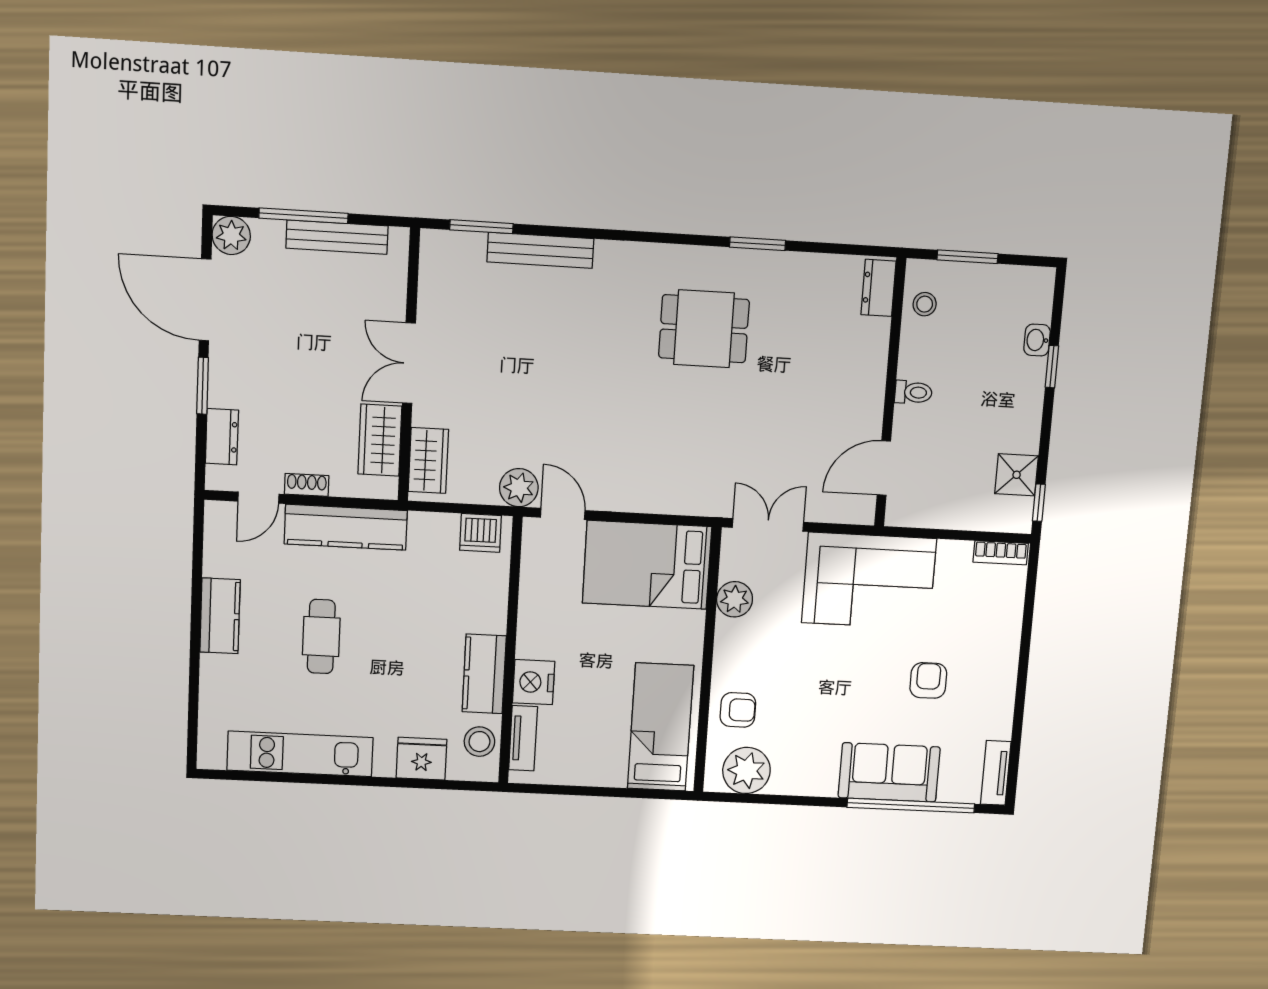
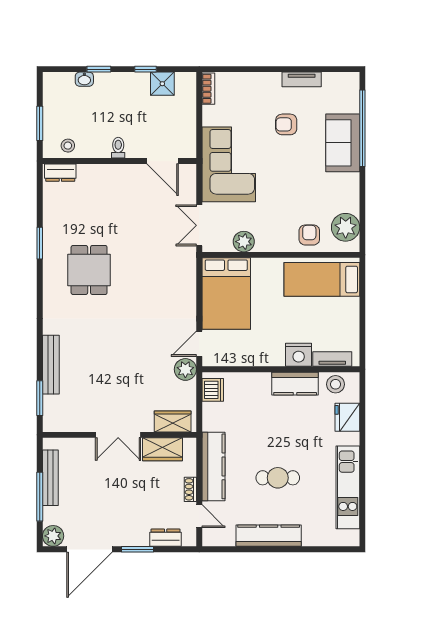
window: (1039, 503) -> (146, 69), moved
kitchen counter: (220, 616) -> (269, 536), width x1.50
tv unit: (996, 773) -> (302, 79), moved

